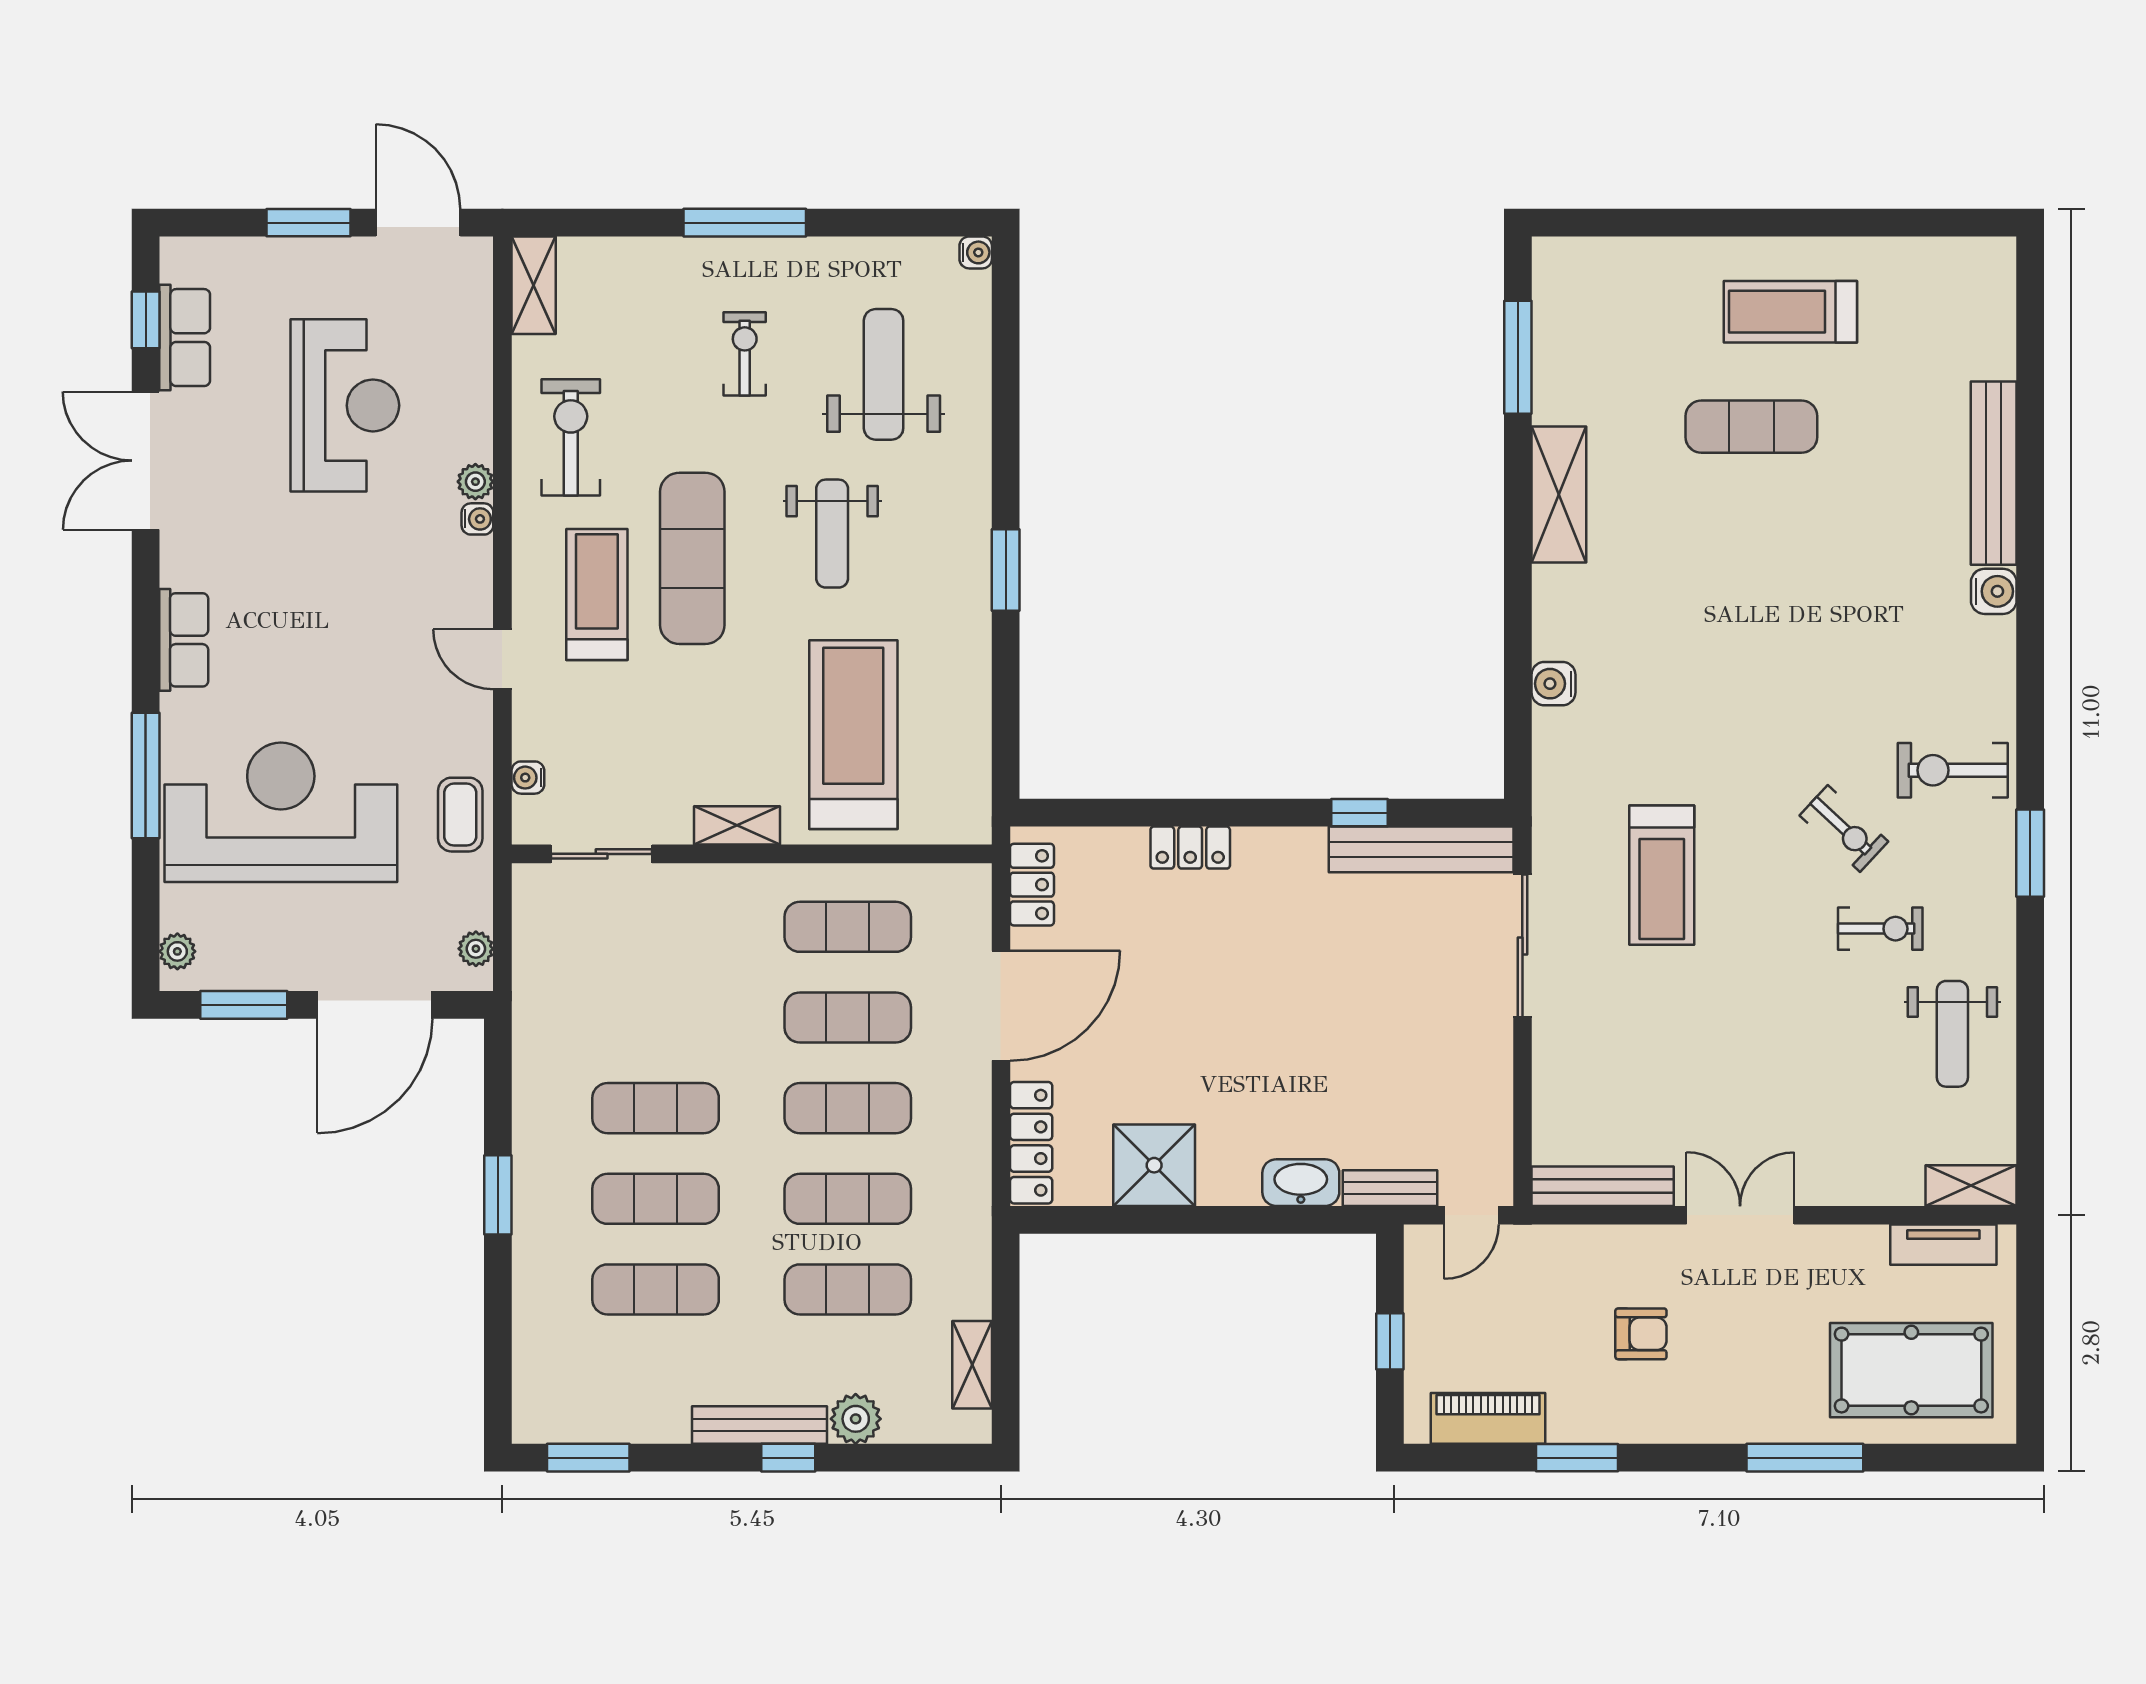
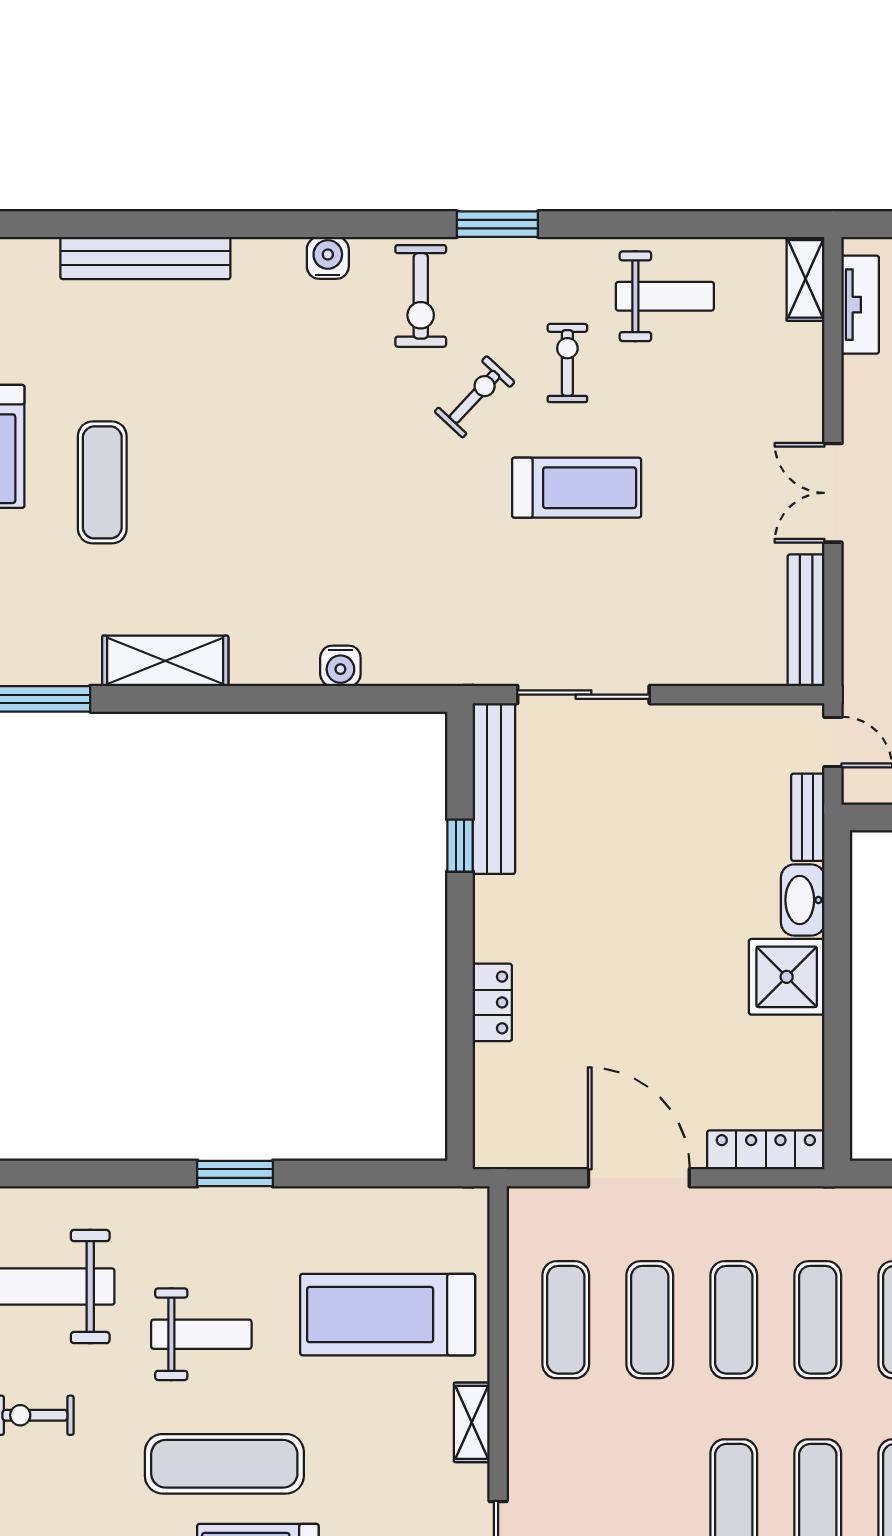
water cooler: (1994, 591) -> (328, 258), moved
treadmill: (1662, 875) -> (577, 488), moved
locker: (1032, 885) -> (527, 1149), removed
shower: (1154, 1165) -> (787, 977), moved

